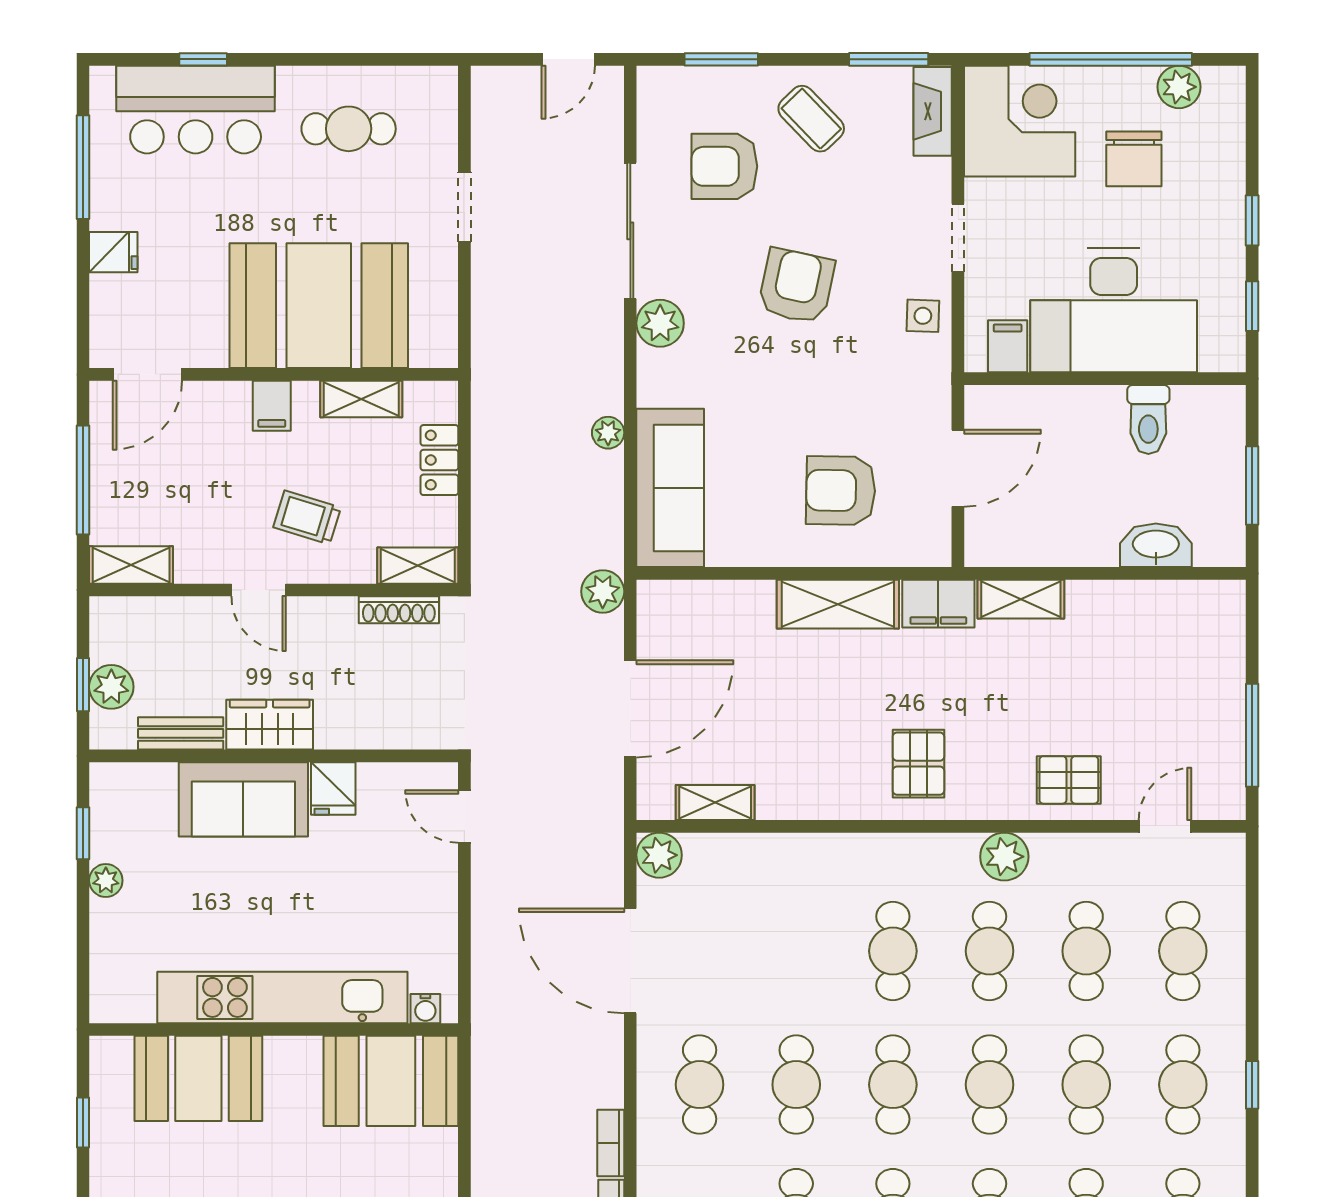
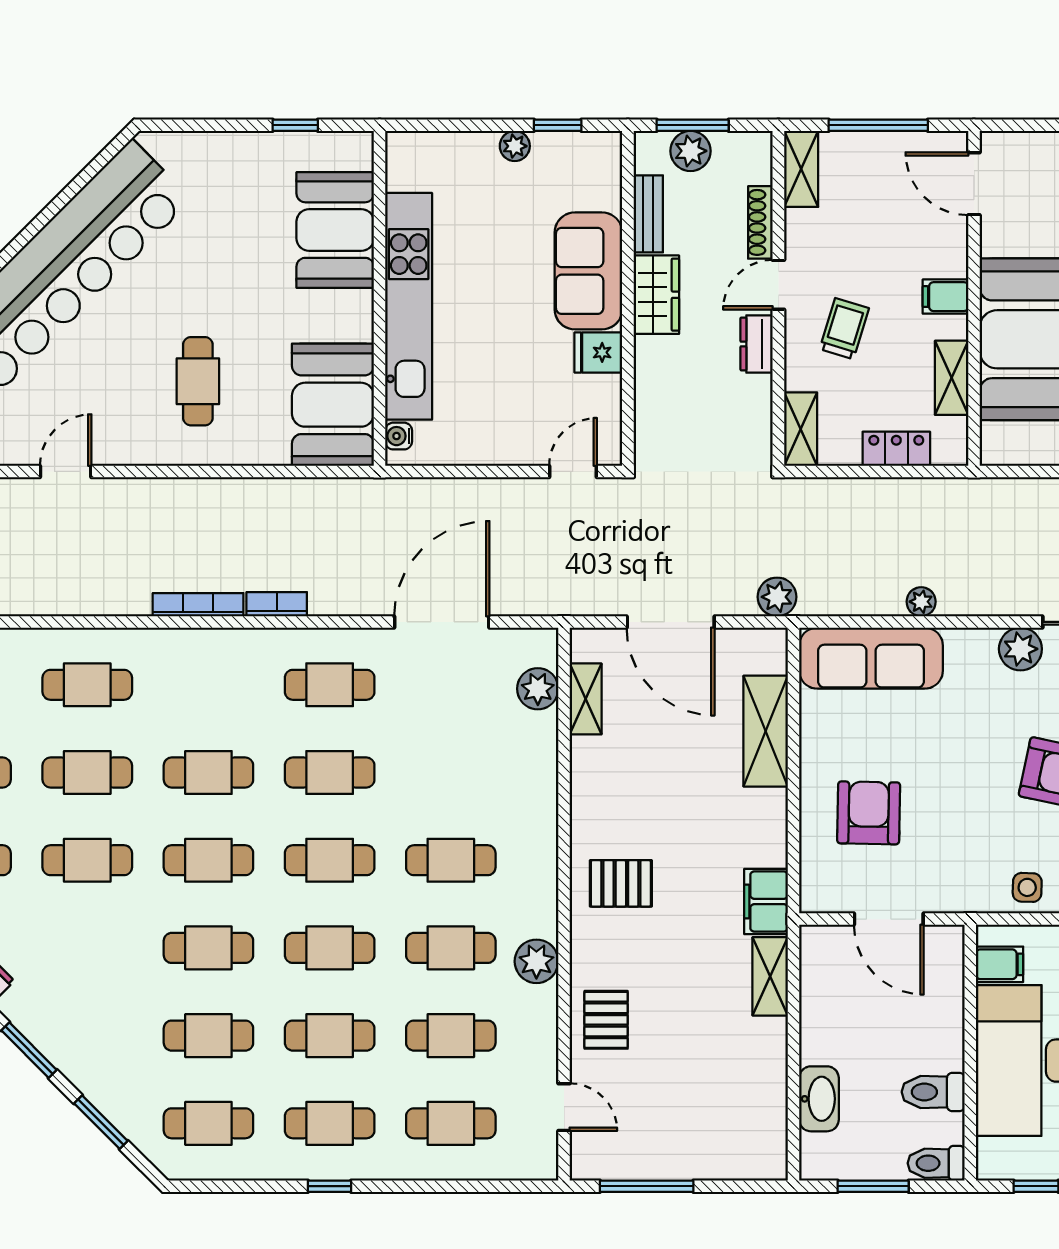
toilet: (1227, 416) -> (936, 1163), added
shelving: (838, 604) -> (766, 731), moved
shoe rack: (399, 610) -> (760, 222), moved
dresser: (324, 614) -> (757, 344), added
window: (83, 685) -> (693, 125), width x1.50
plant: (659, 855) -> (538, 689), moved

